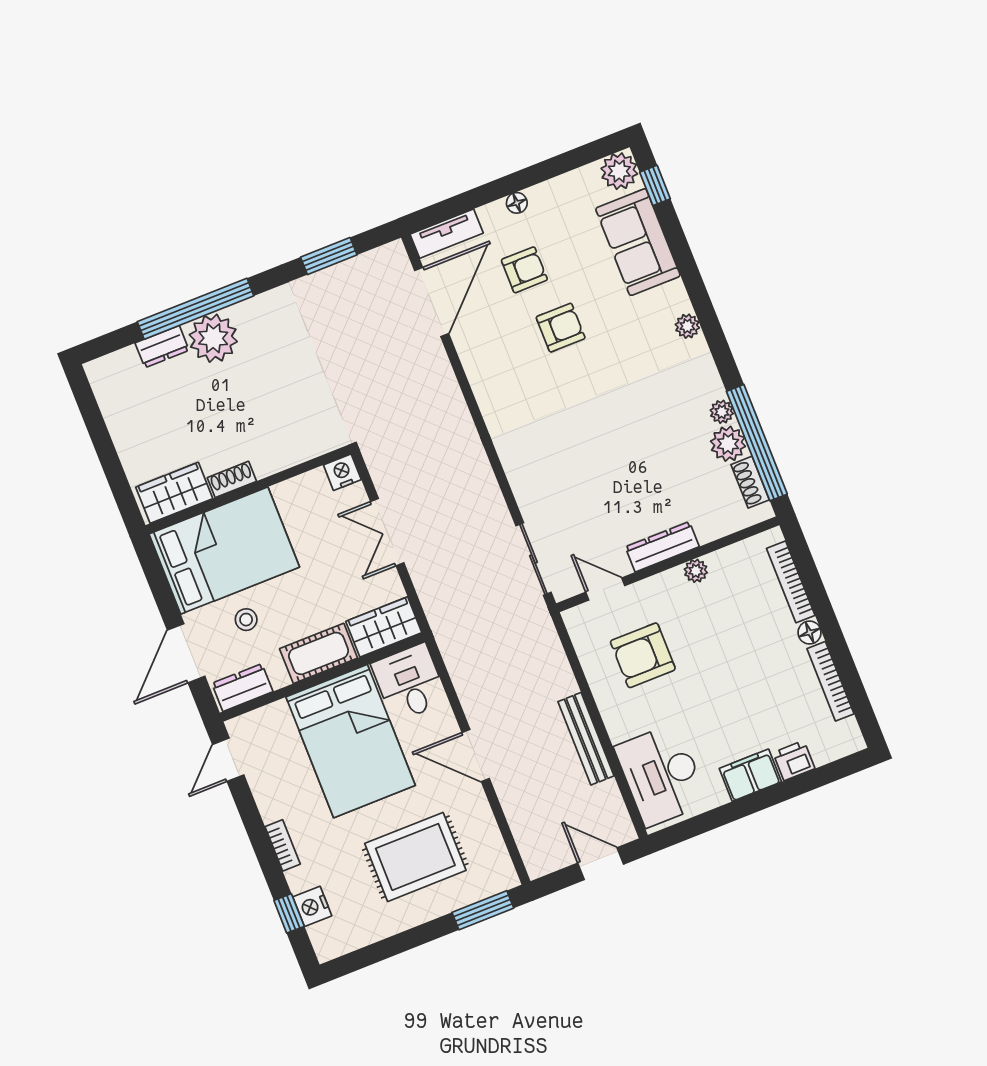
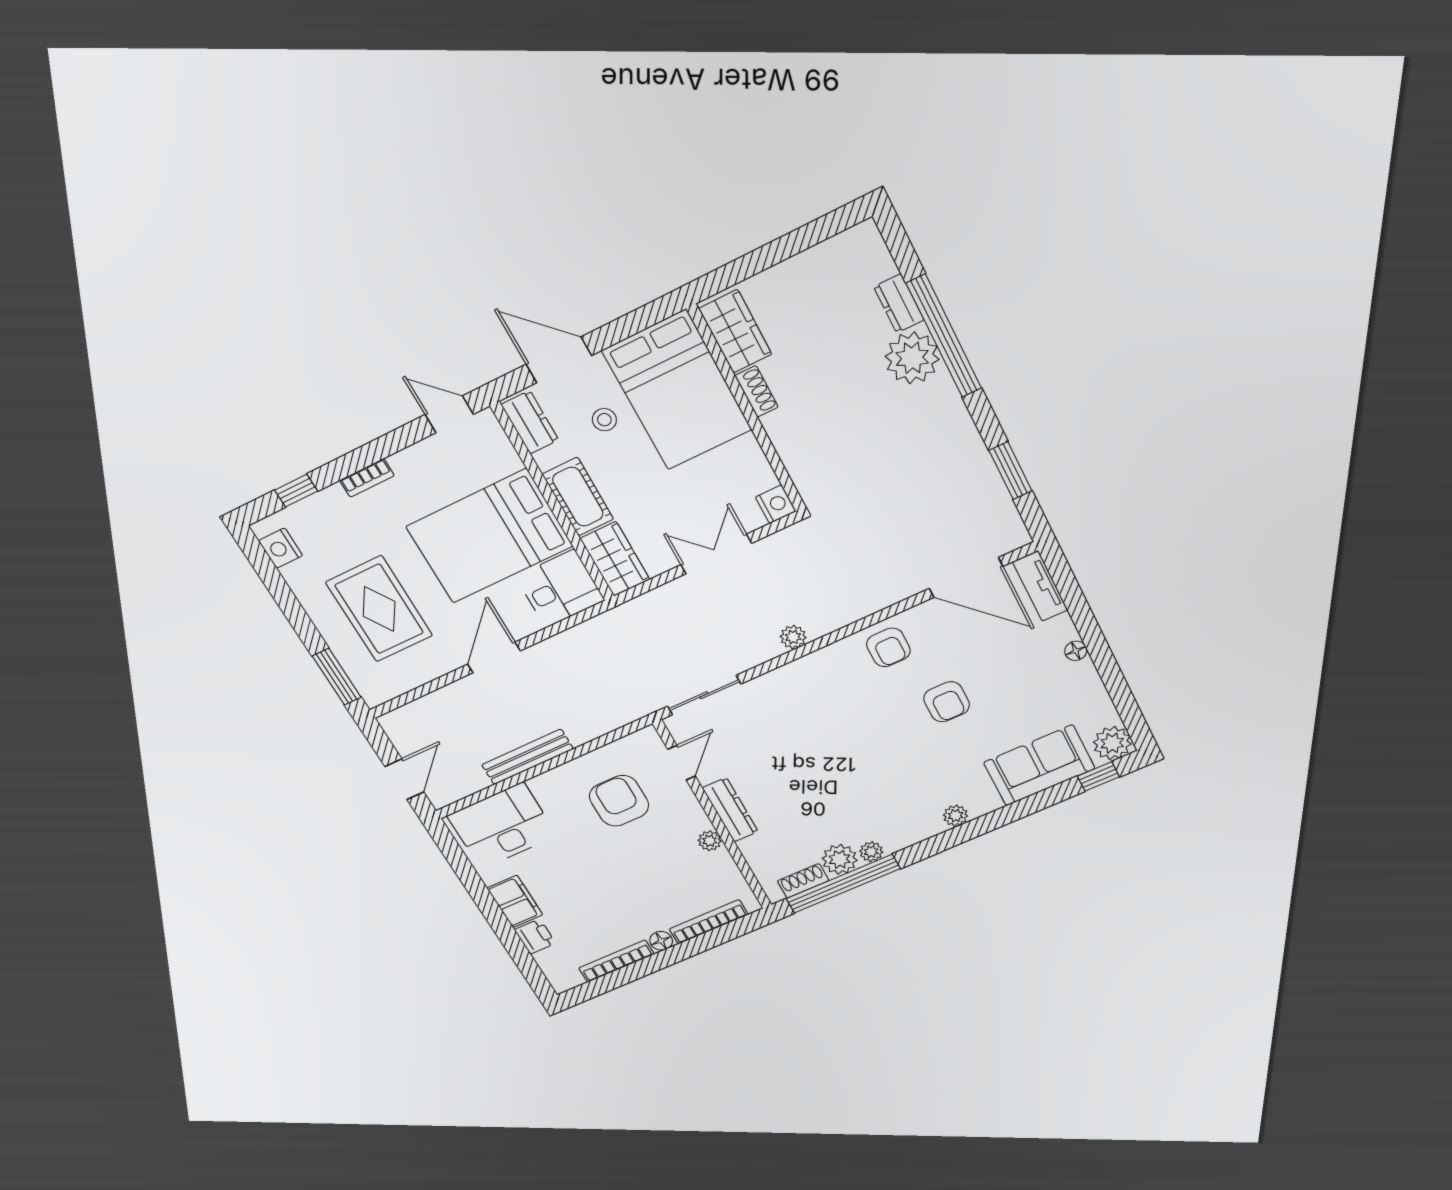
armchair: (524, 270) -> (888, 647), moved
plant: (479, 468) -> (793, 637), added
nightstand: (312, 906) -> (281, 548), moved, turned -90

